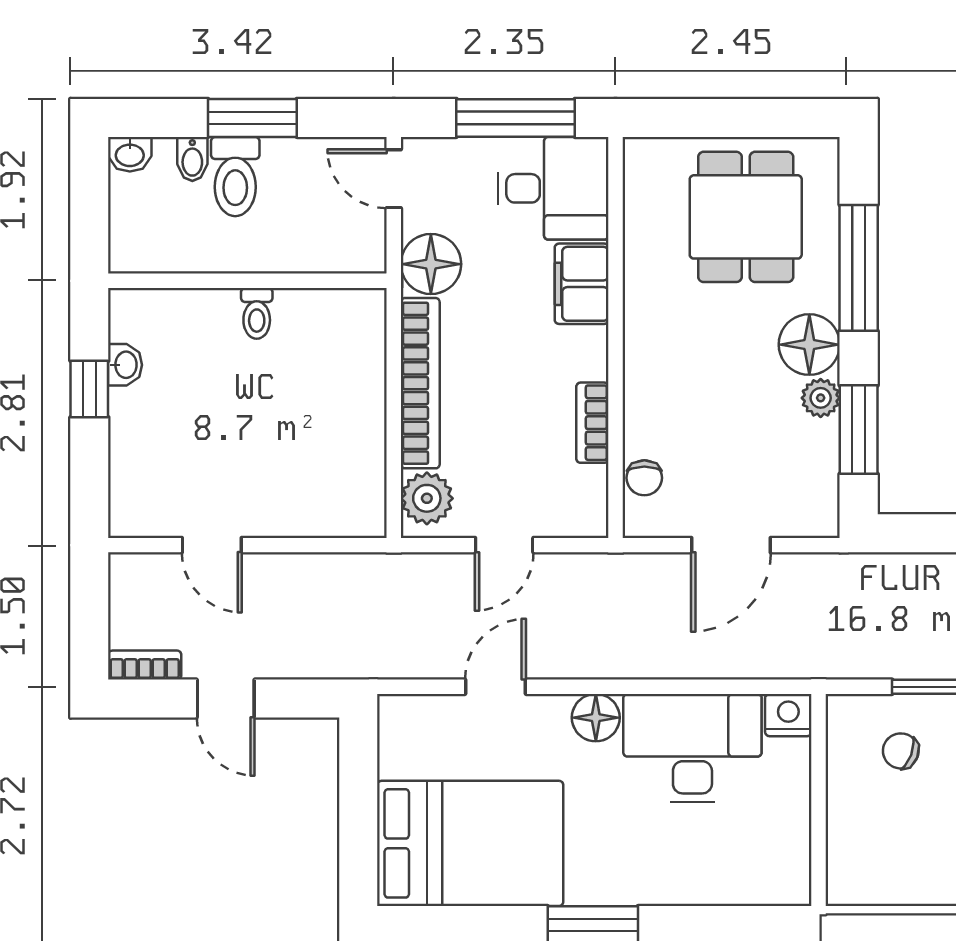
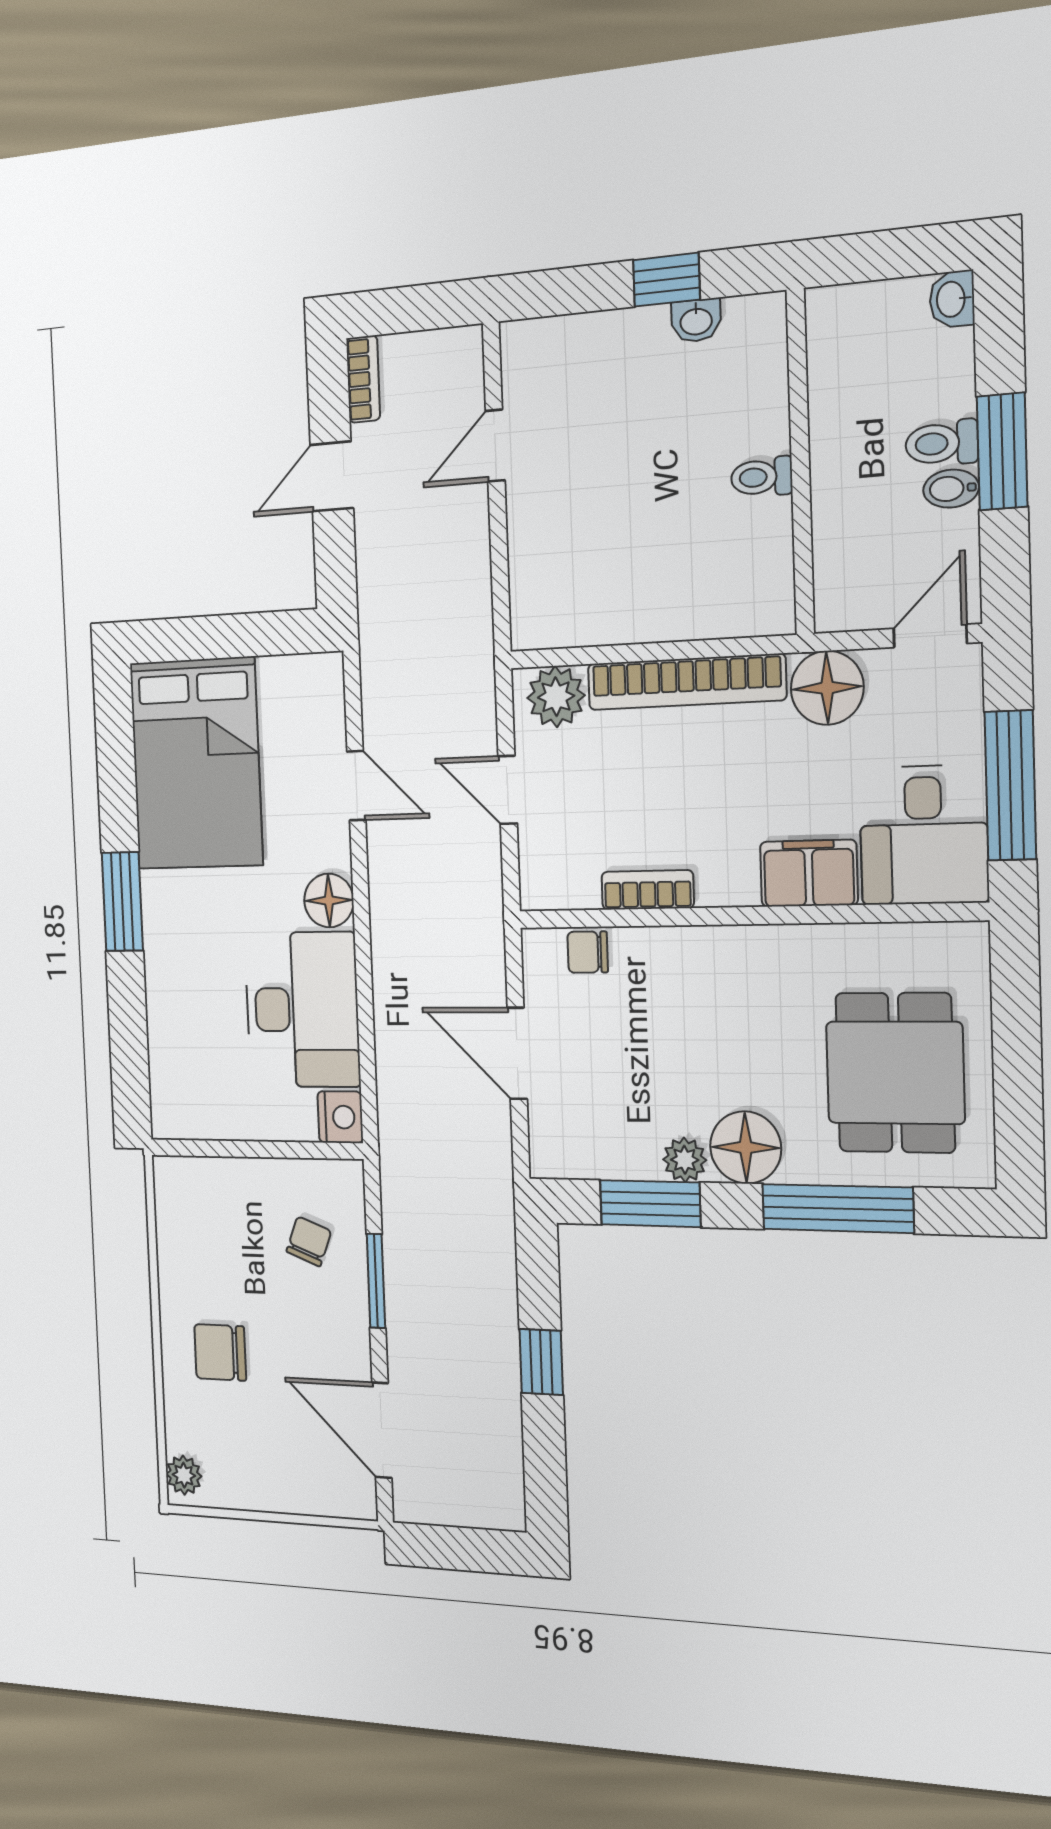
bidet: (192, 159) -> (951, 489), moved
toilet: (235, 177) -> (942, 443), width x0.73, depth x0.72
dining table: (746, 217) -> (895, 1073), turned 90

